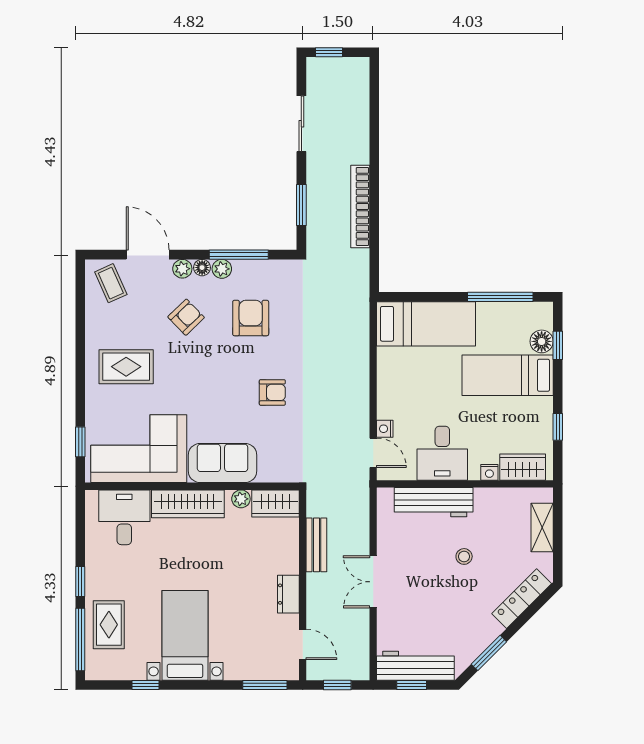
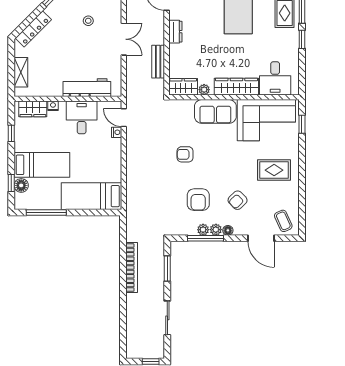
plant: (182, 269) -> (203, 230), moved
stool: (464, 556) -> (88, 21), moved

